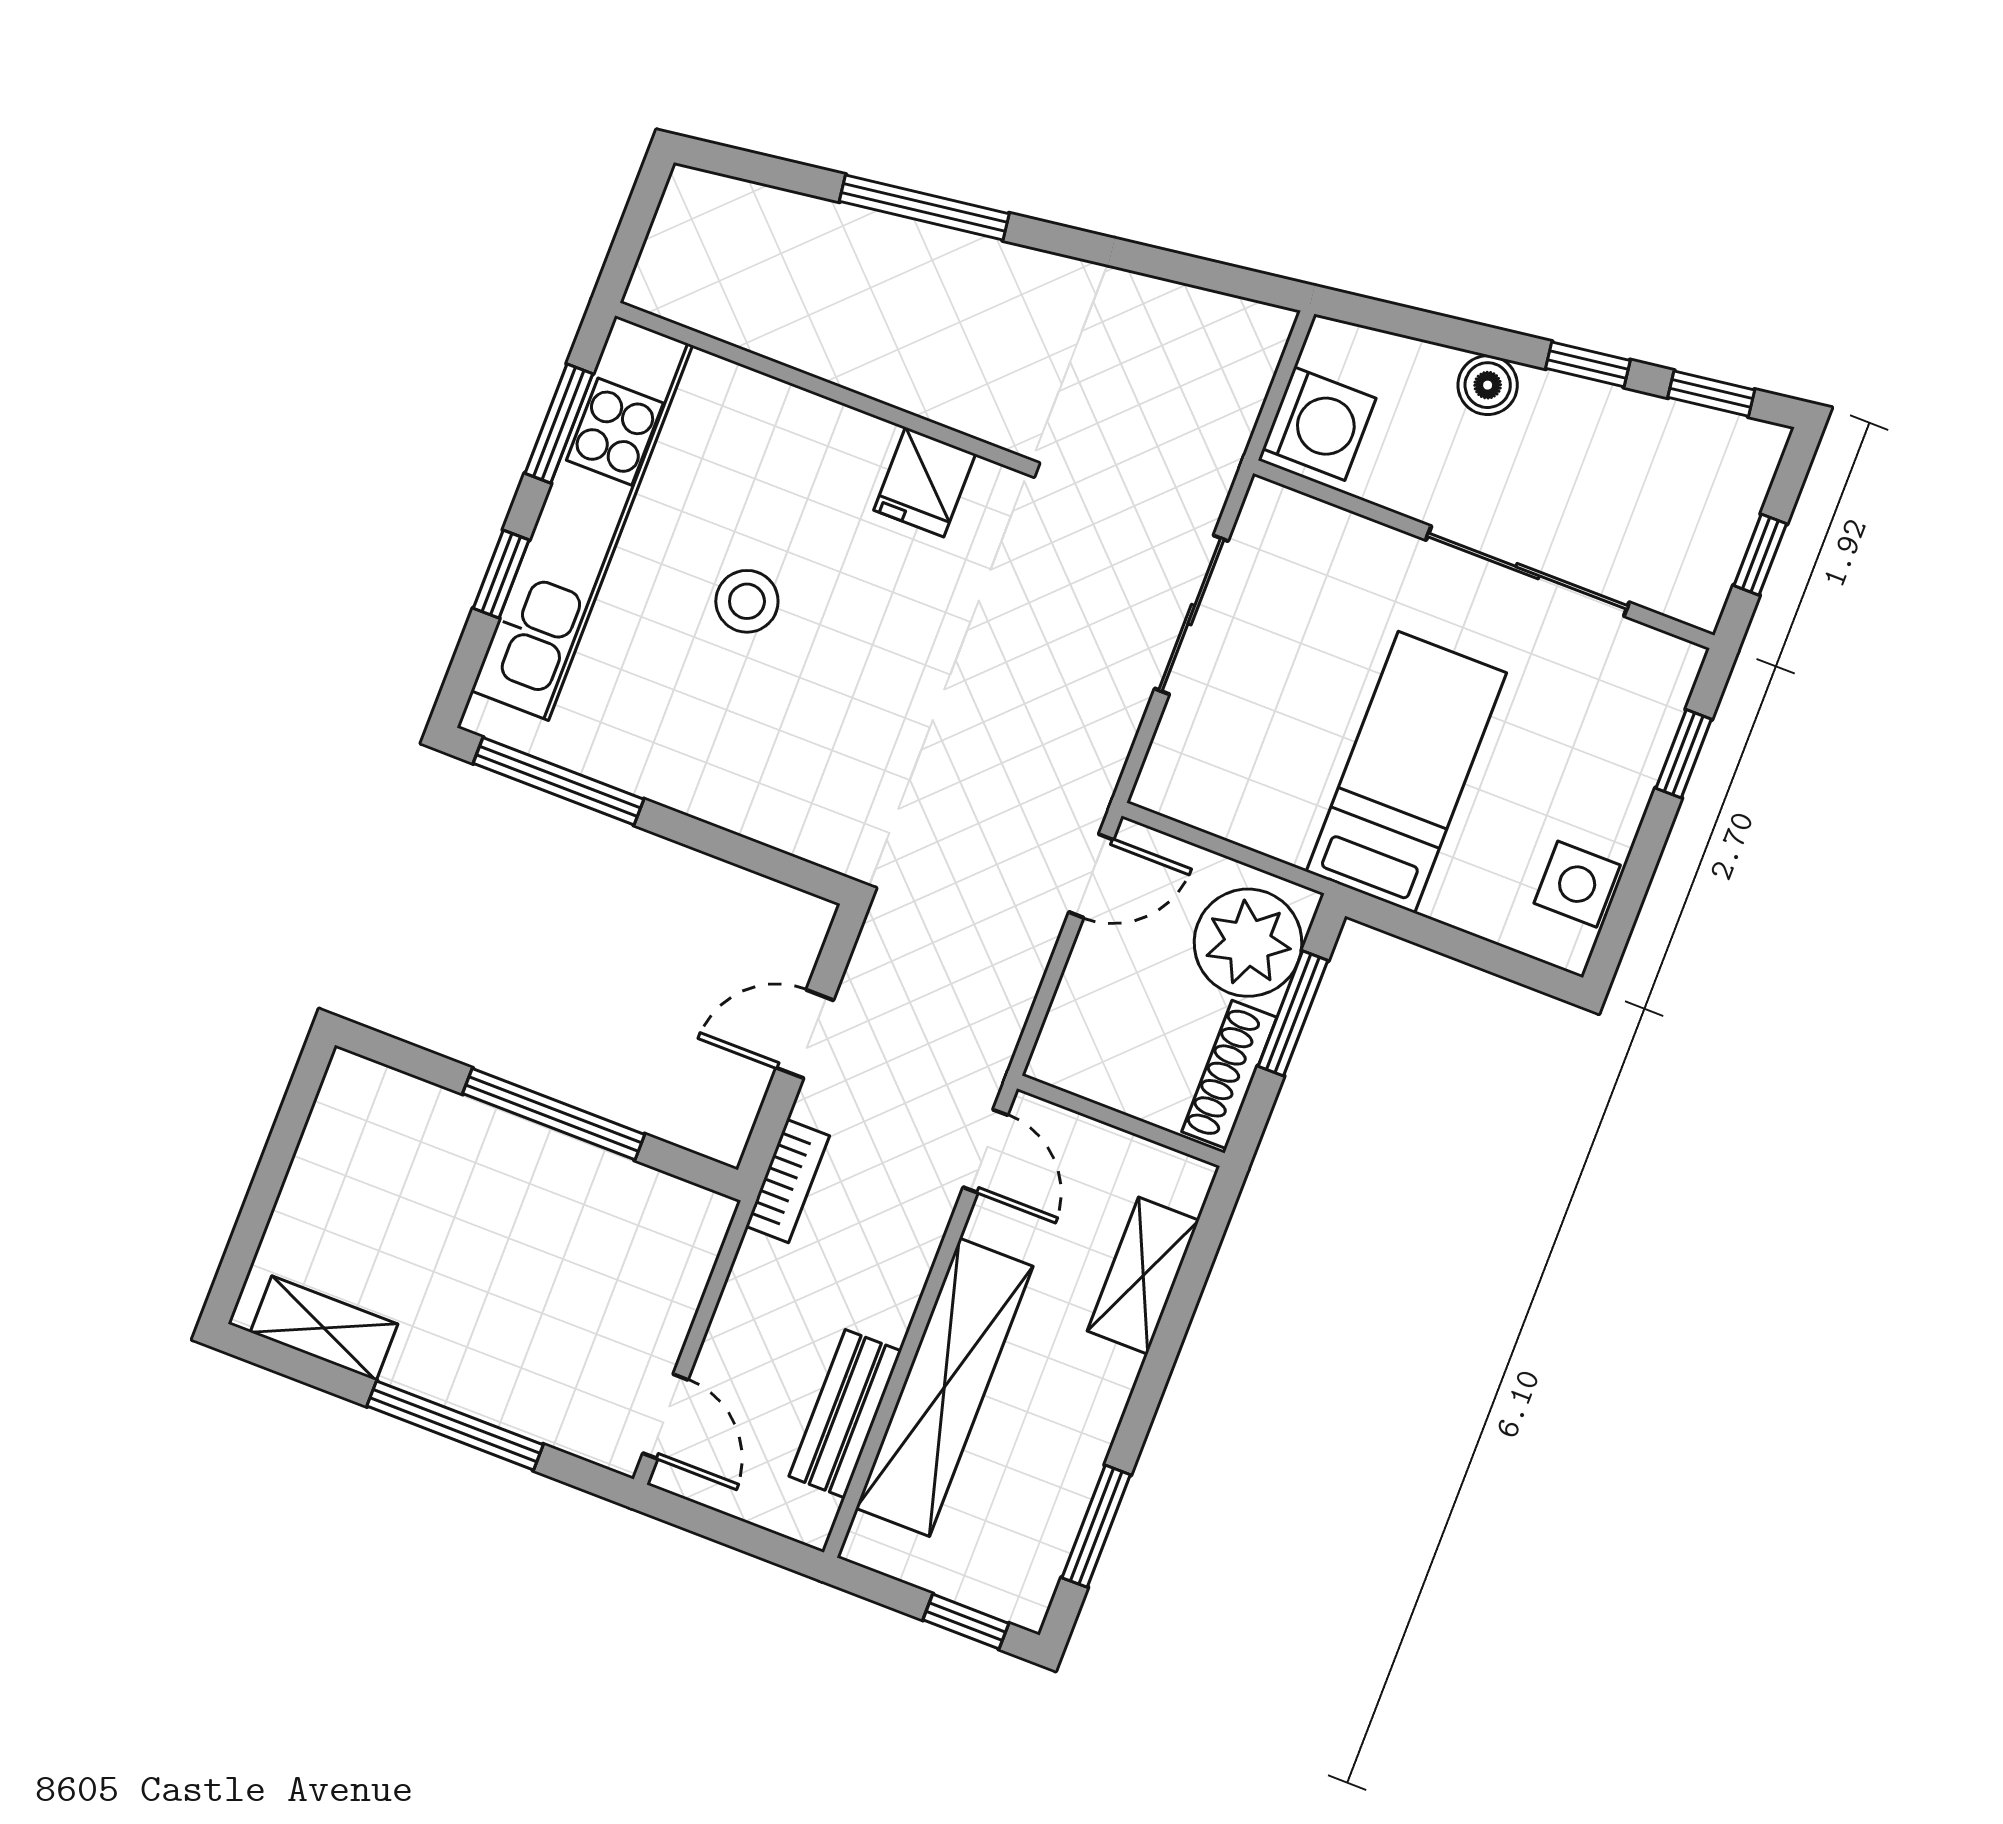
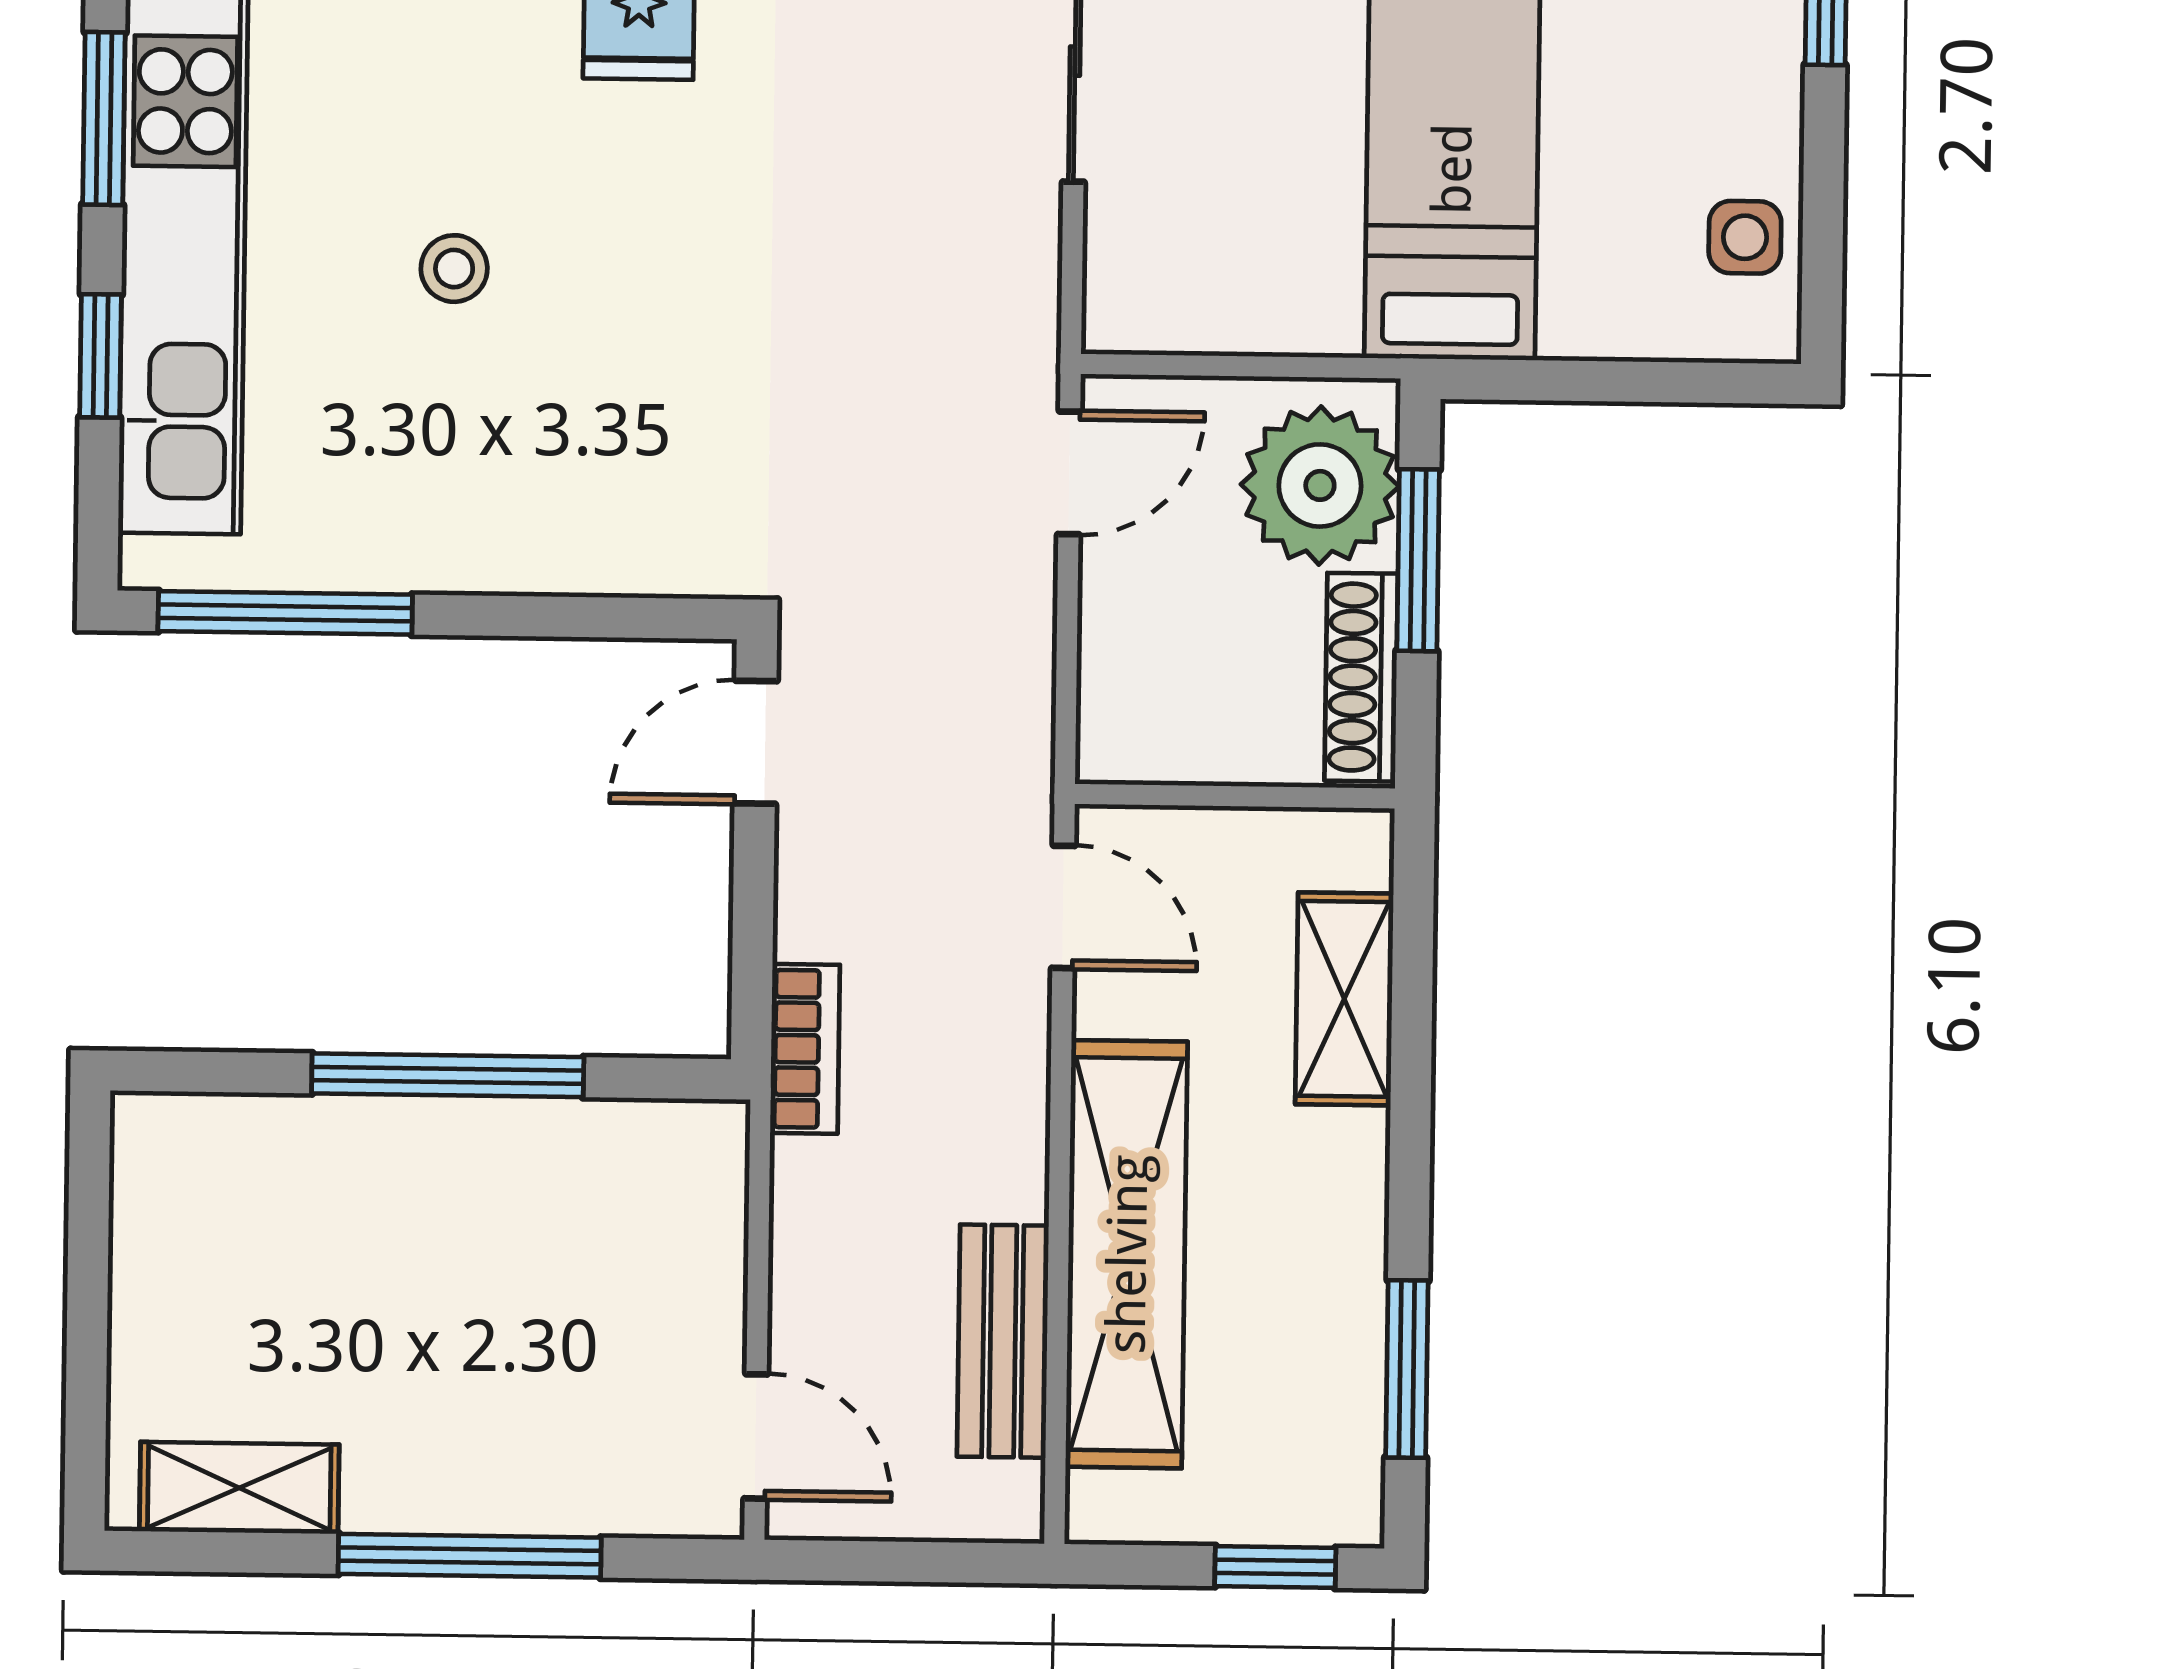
stool: (747, 601) -> (454, 269), width x0.73, depth x0.73
side table: (1577, 884) -> (1745, 237), width x0.73, depth x0.73
door: (805, 1034) -> (755, 742), moved

